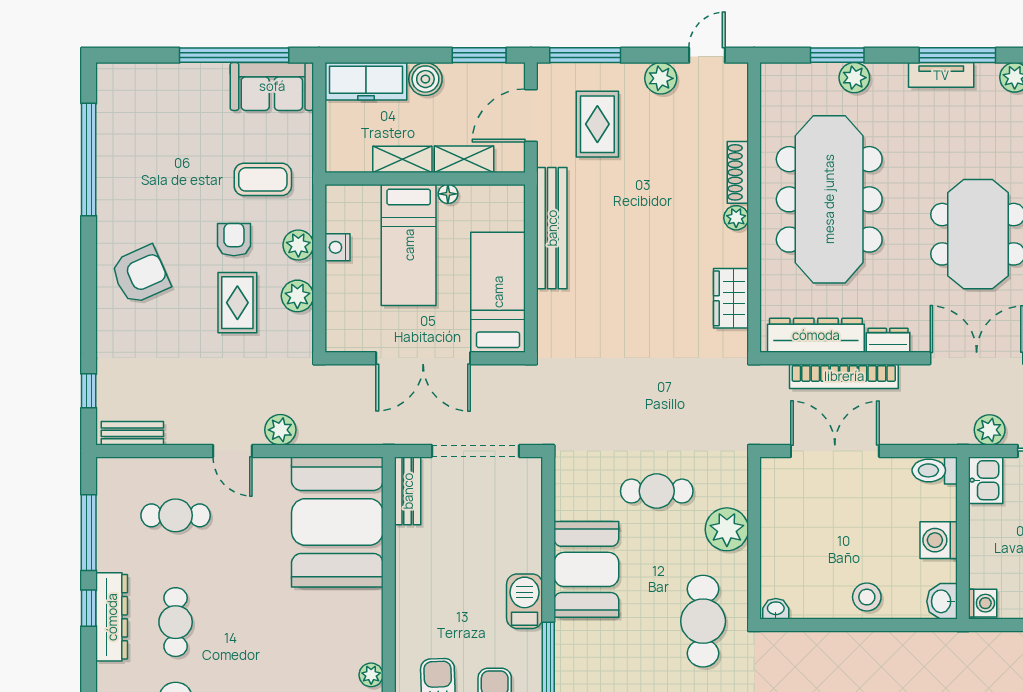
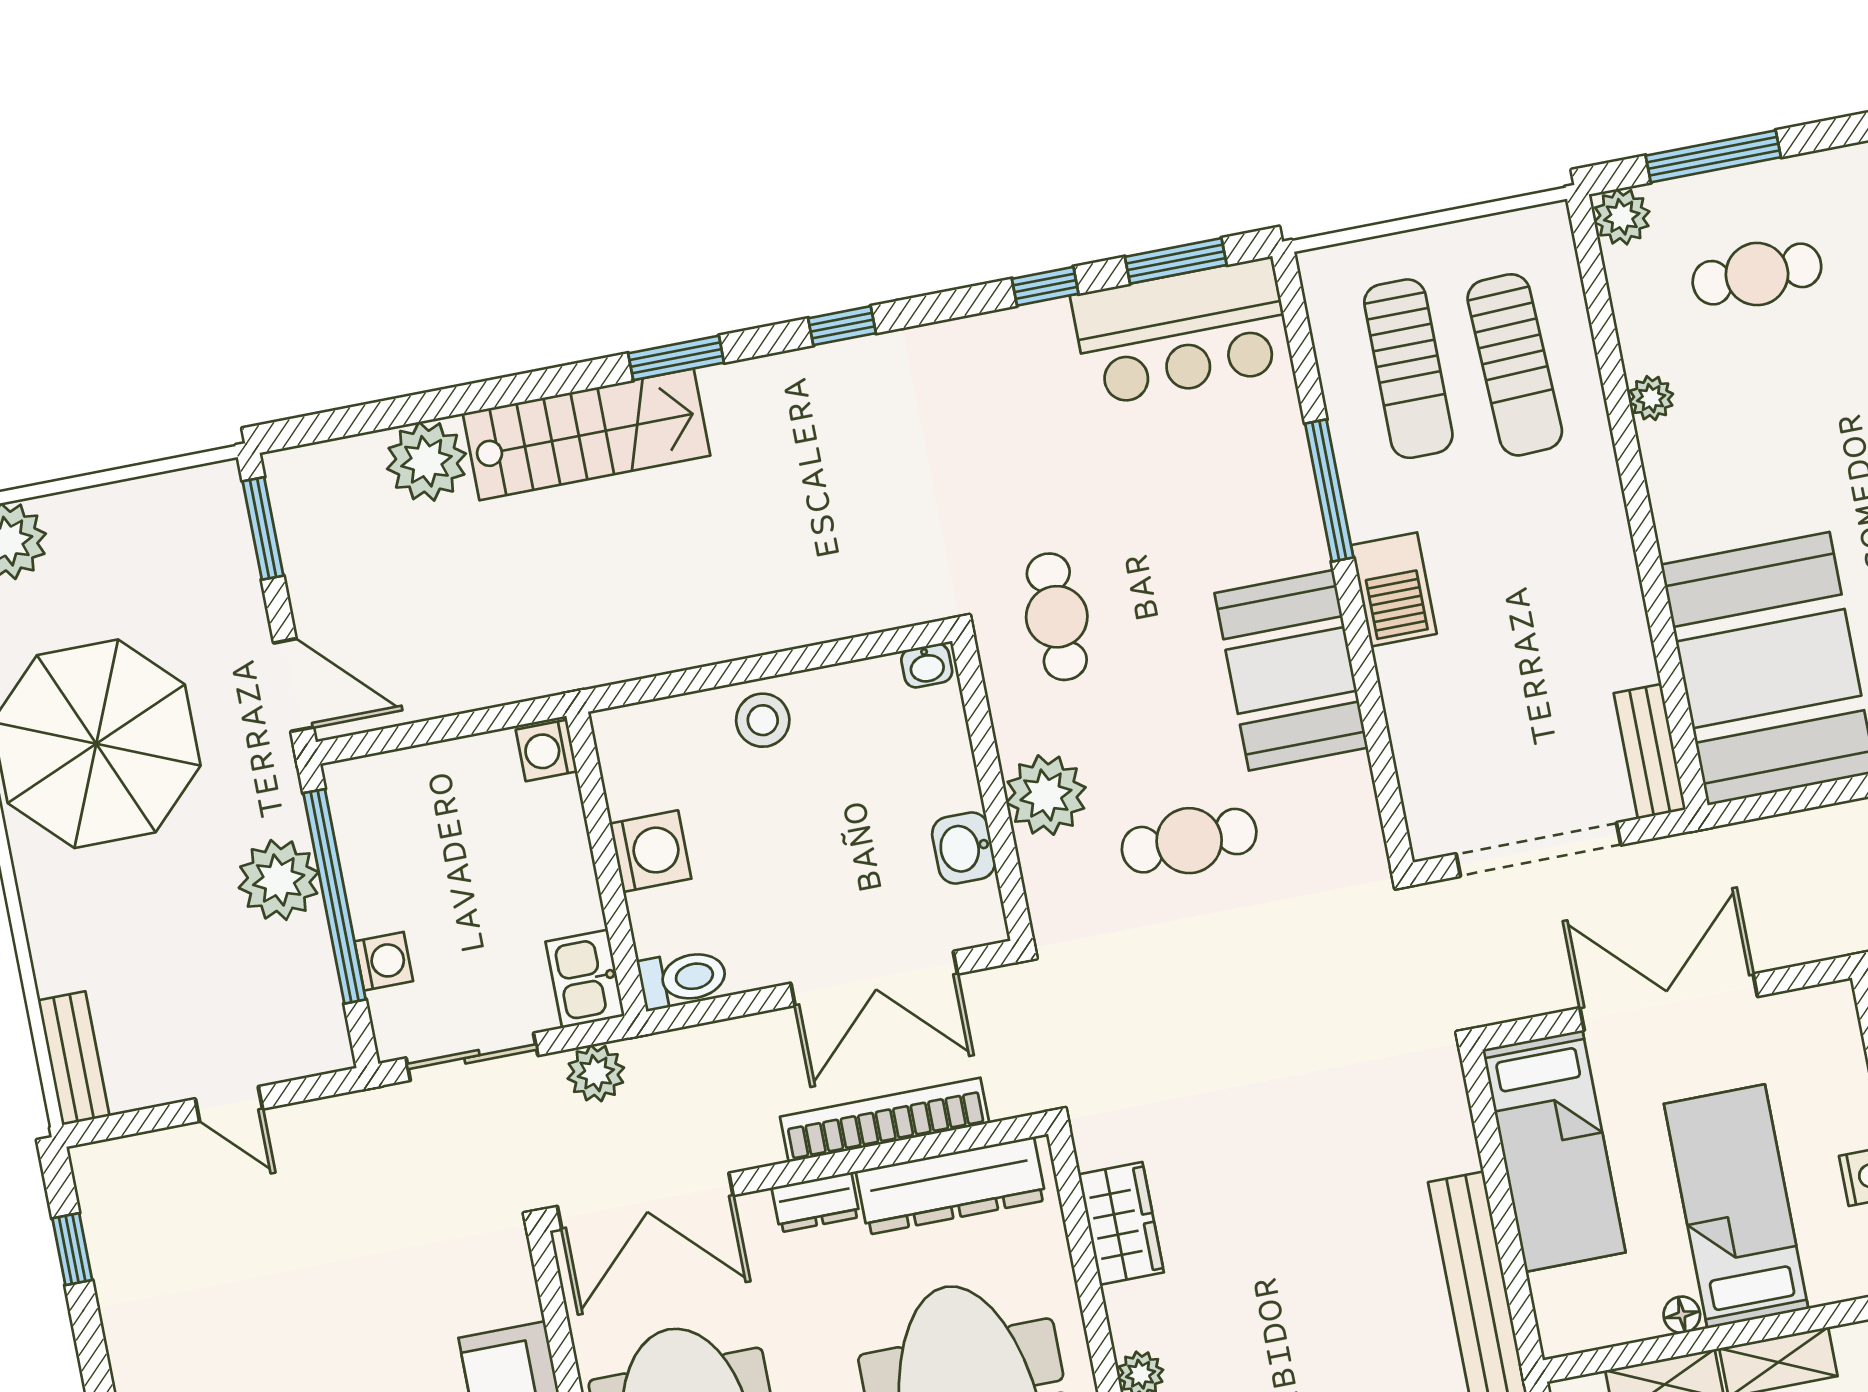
washbasin: (942, 601) -> (964, 848), moved, turned 180
cafe table: (703, 621) -> (1057, 617), width x0.73, depth x0.74

